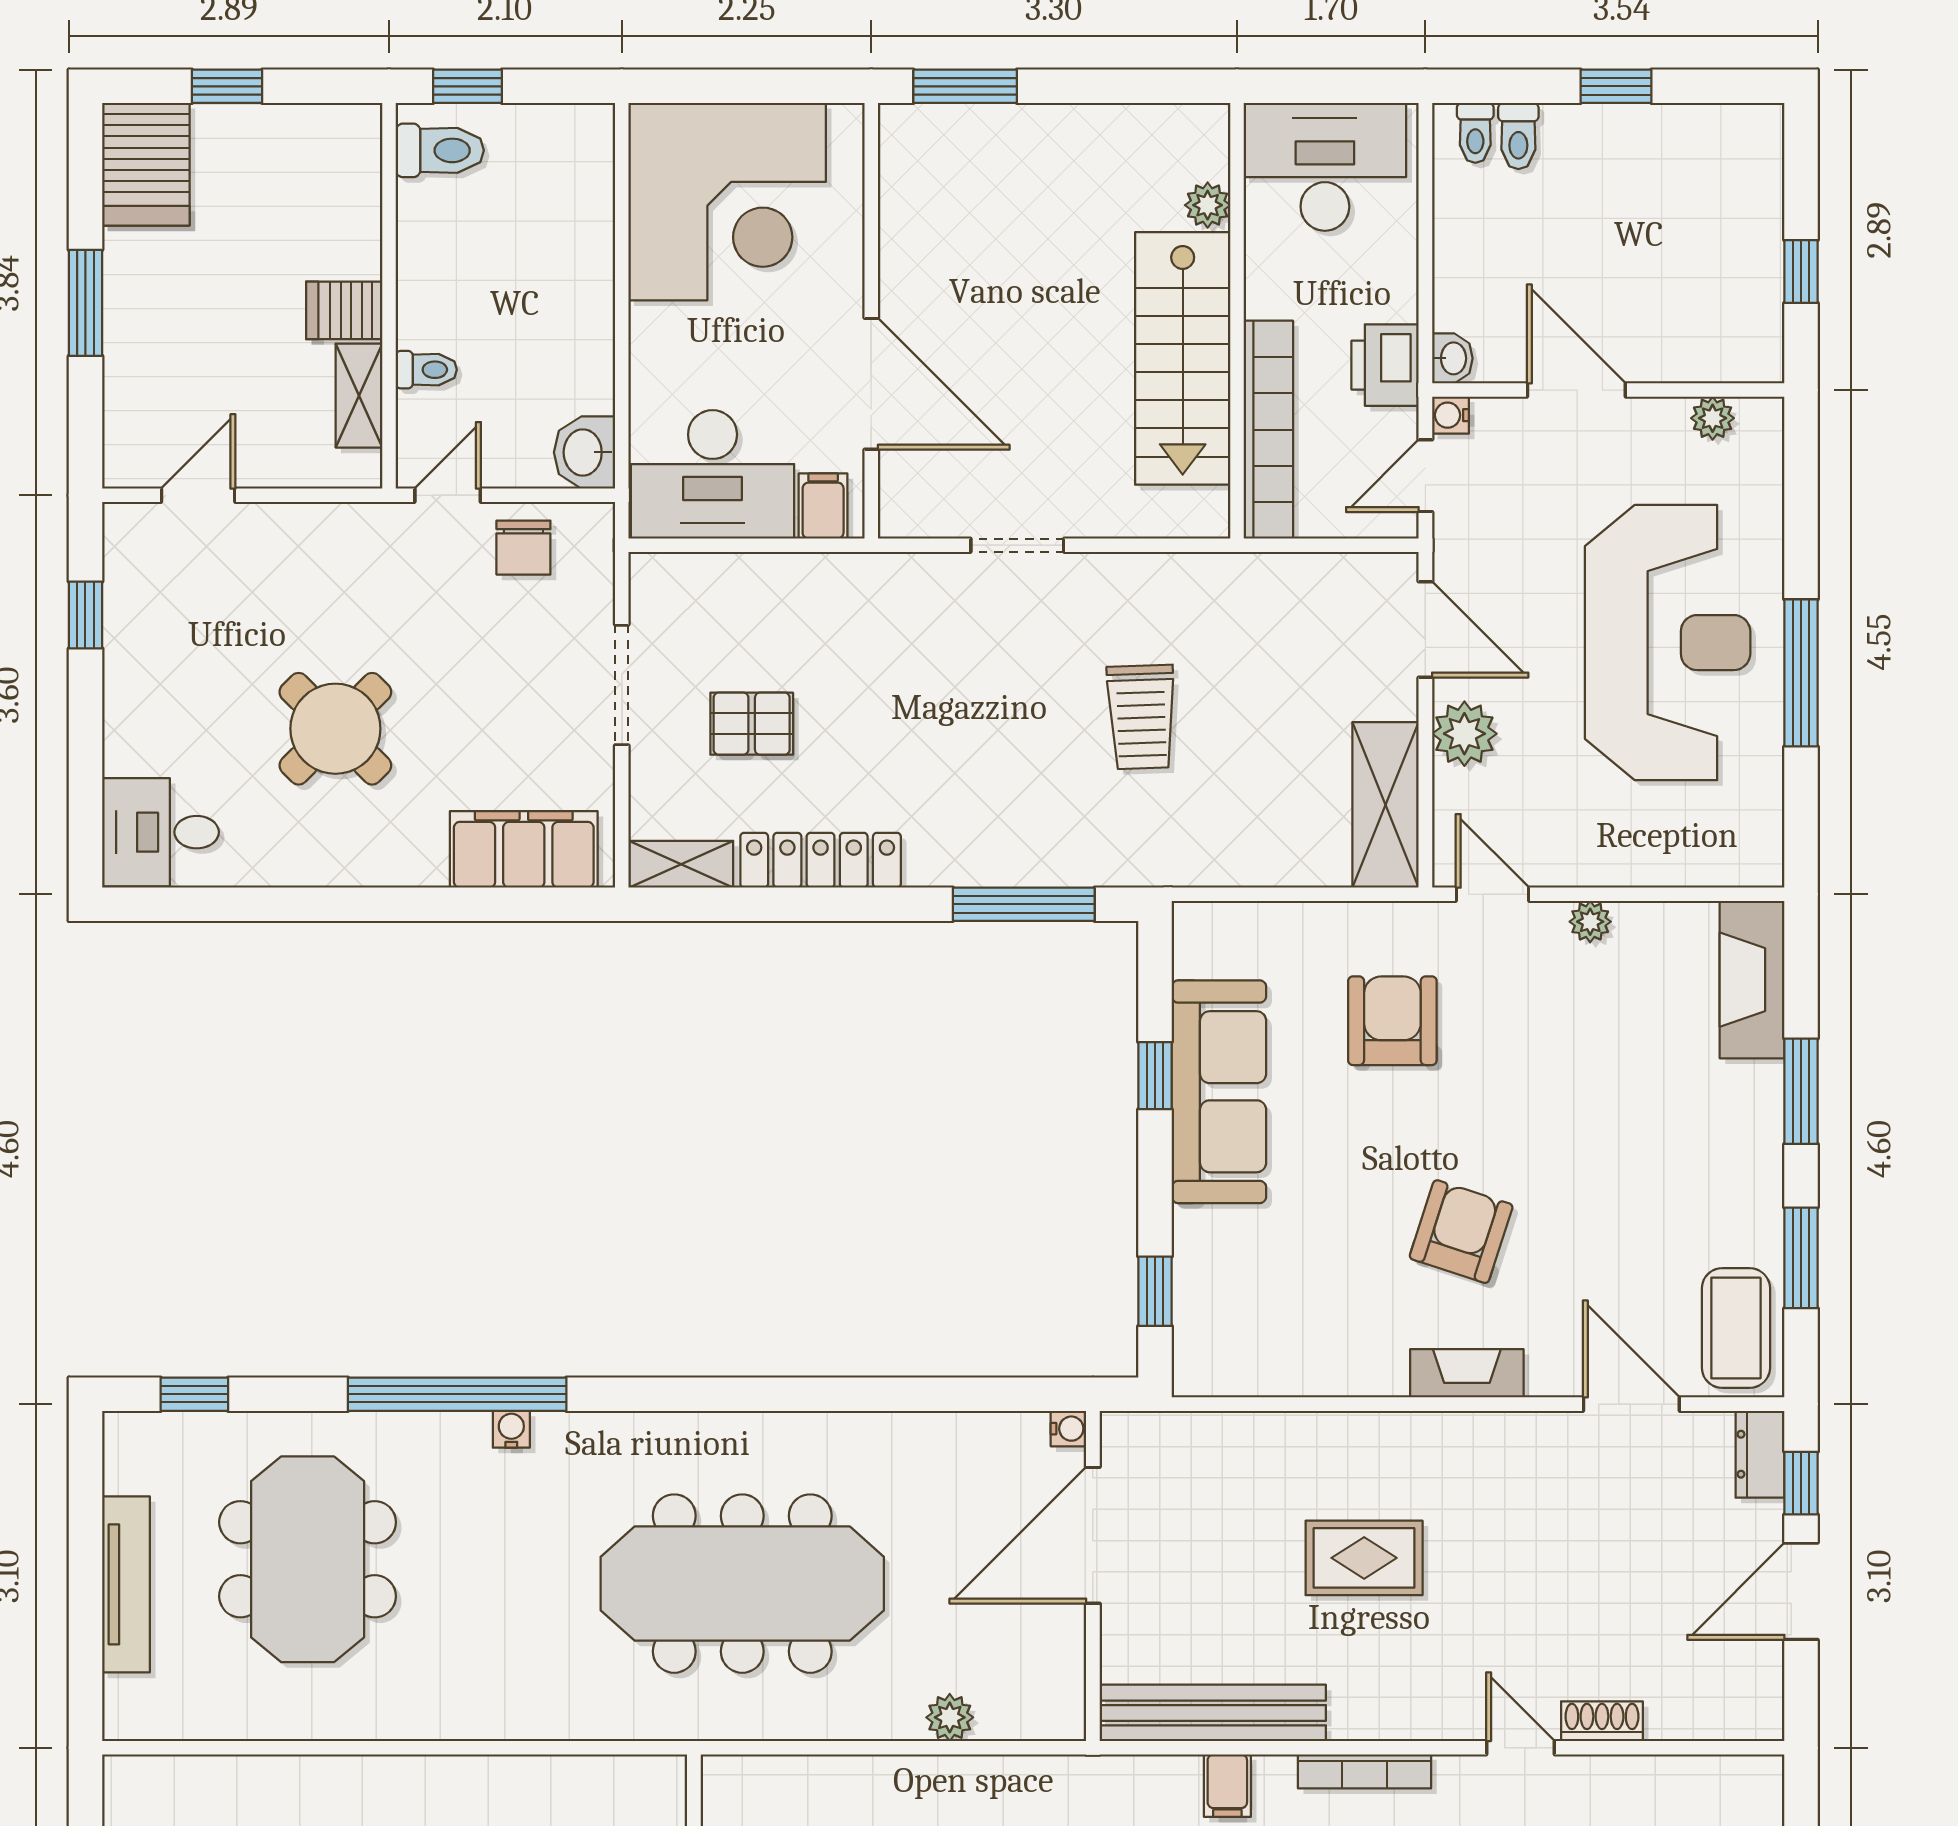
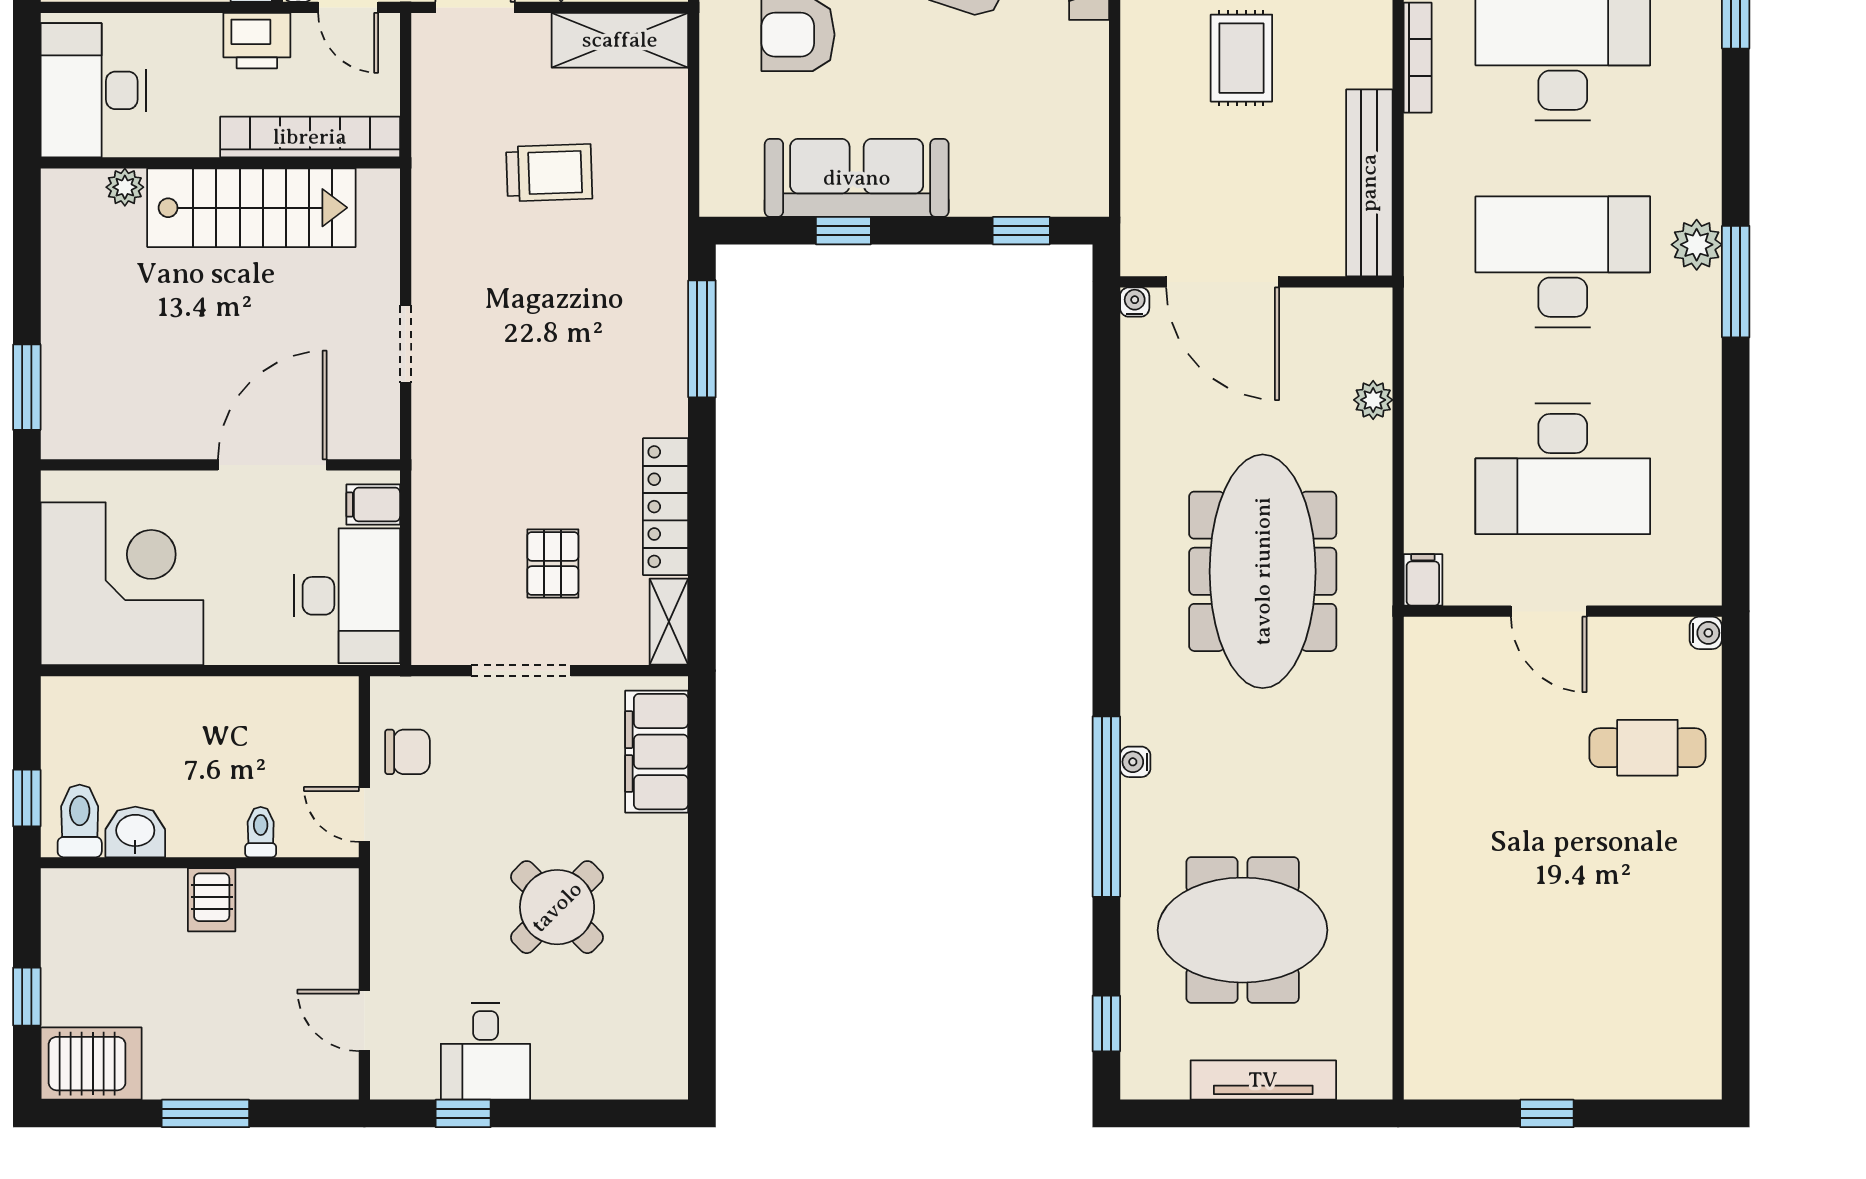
shelving: (359, 396) -> (282, 888), removed
washbasin: (585, 452) -> (135, 832), moved, turned 180
trolley: (1141, 717) -> (549, 173), moved
desk: (160, 832) -> (486, 1052), moved
filing cabinet: (1227, 1786) -> (1423, 580), moved, turned -90

